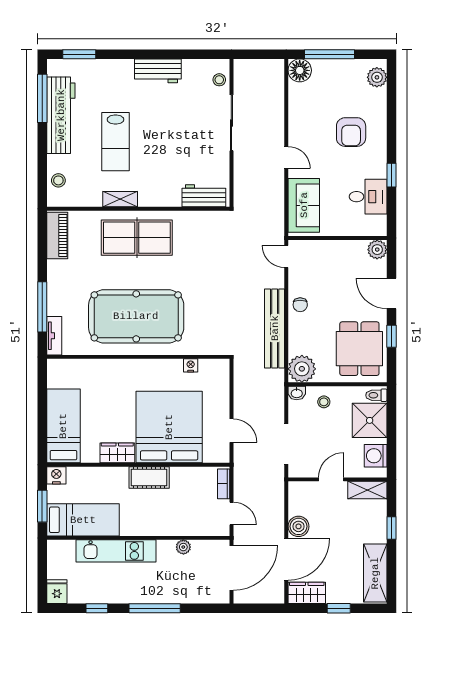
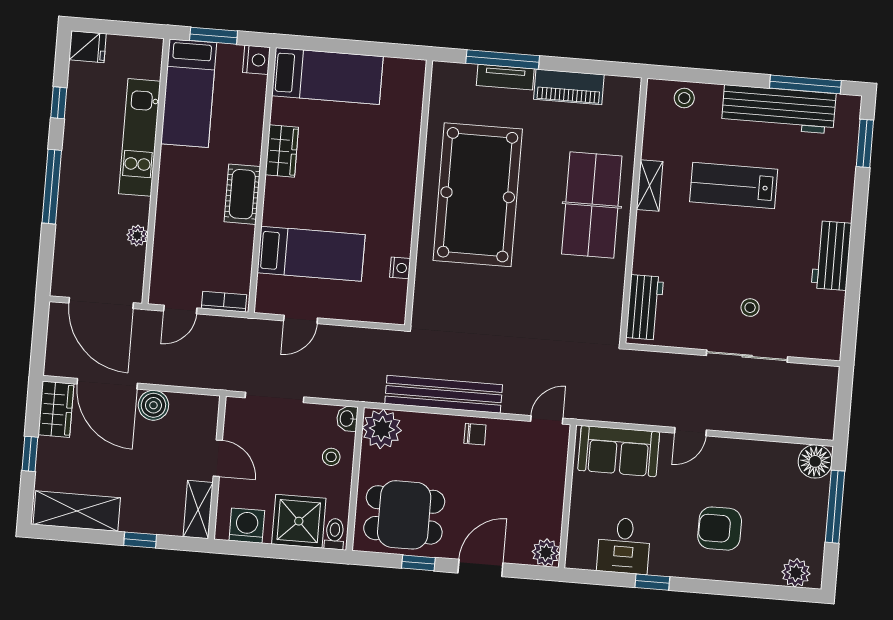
stool: (219, 80) -> (750, 308), moved
piano: (57, 236) -> (569, 87), moved
chair: (300, 305) -> (475, 434), turned 180
tv unit: (54, 336) -> (505, 77), moved
bed: (169, 427) -> (311, 254), width x0.49

